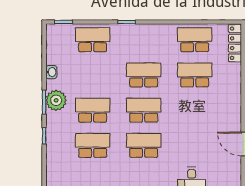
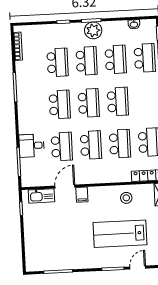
washbasin: (51, 72) -> (134, 24), moved
school desk: (93, 75) -> (116, 59), added
school desk: (195, 110) -> (91, 145), added
school desk: (195, 145) -> (62, 147), added

